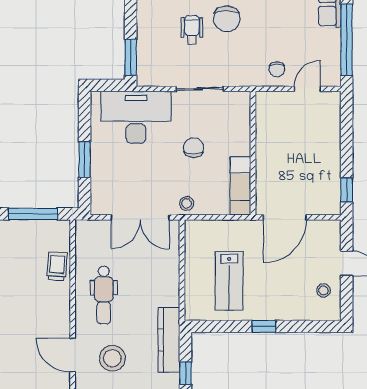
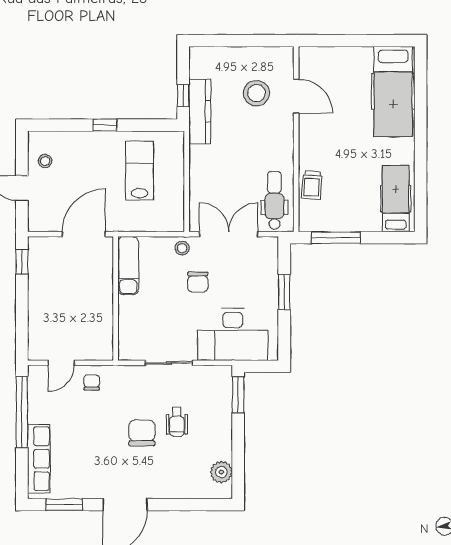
chair: (193, 148) -> (198, 282), moved
dental chair: (104, 295) -> (274, 200), moved
window: (185, 373) -> (183, 96), moved

